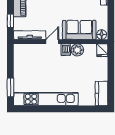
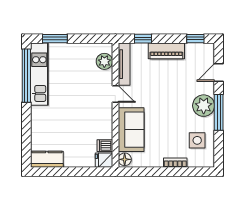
dishwasher: (66, 50) -> (105, 146), moved
plant: (77, 50) -> (104, 61), moved
kitchen unit: (46, 99) -> (39, 74), width x0.73
window: (38, 109) -> (26, 76), added

